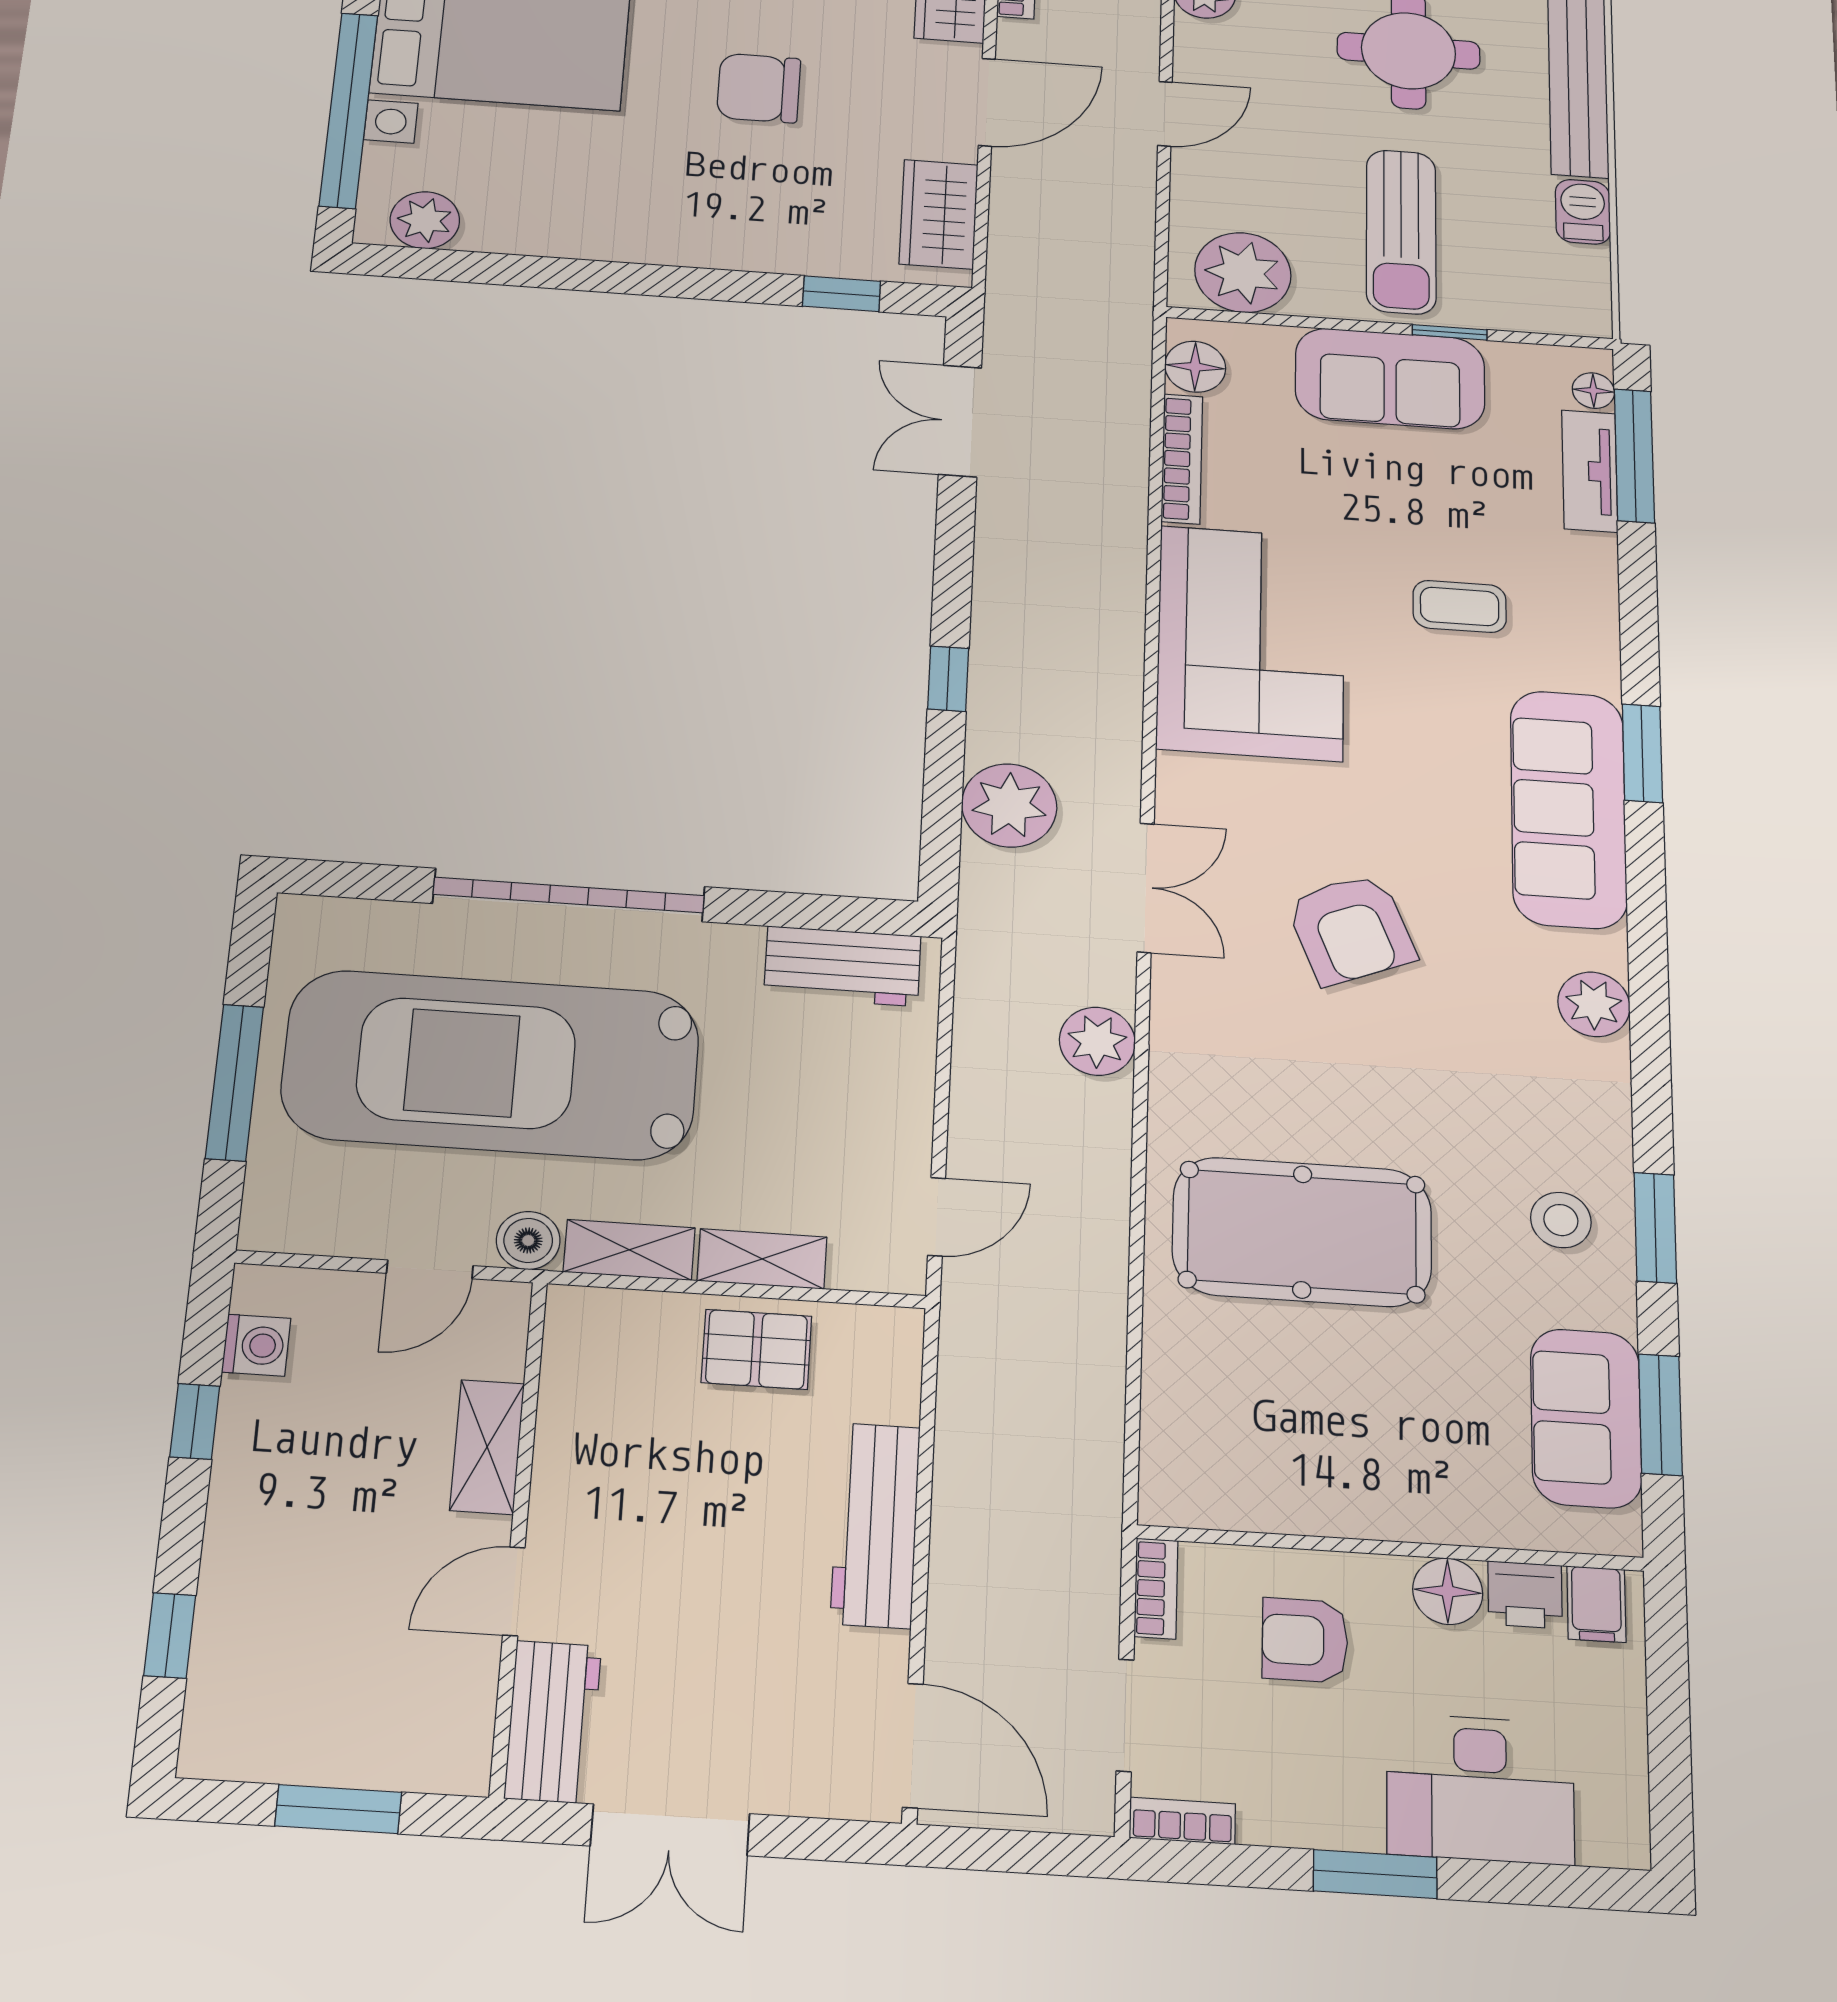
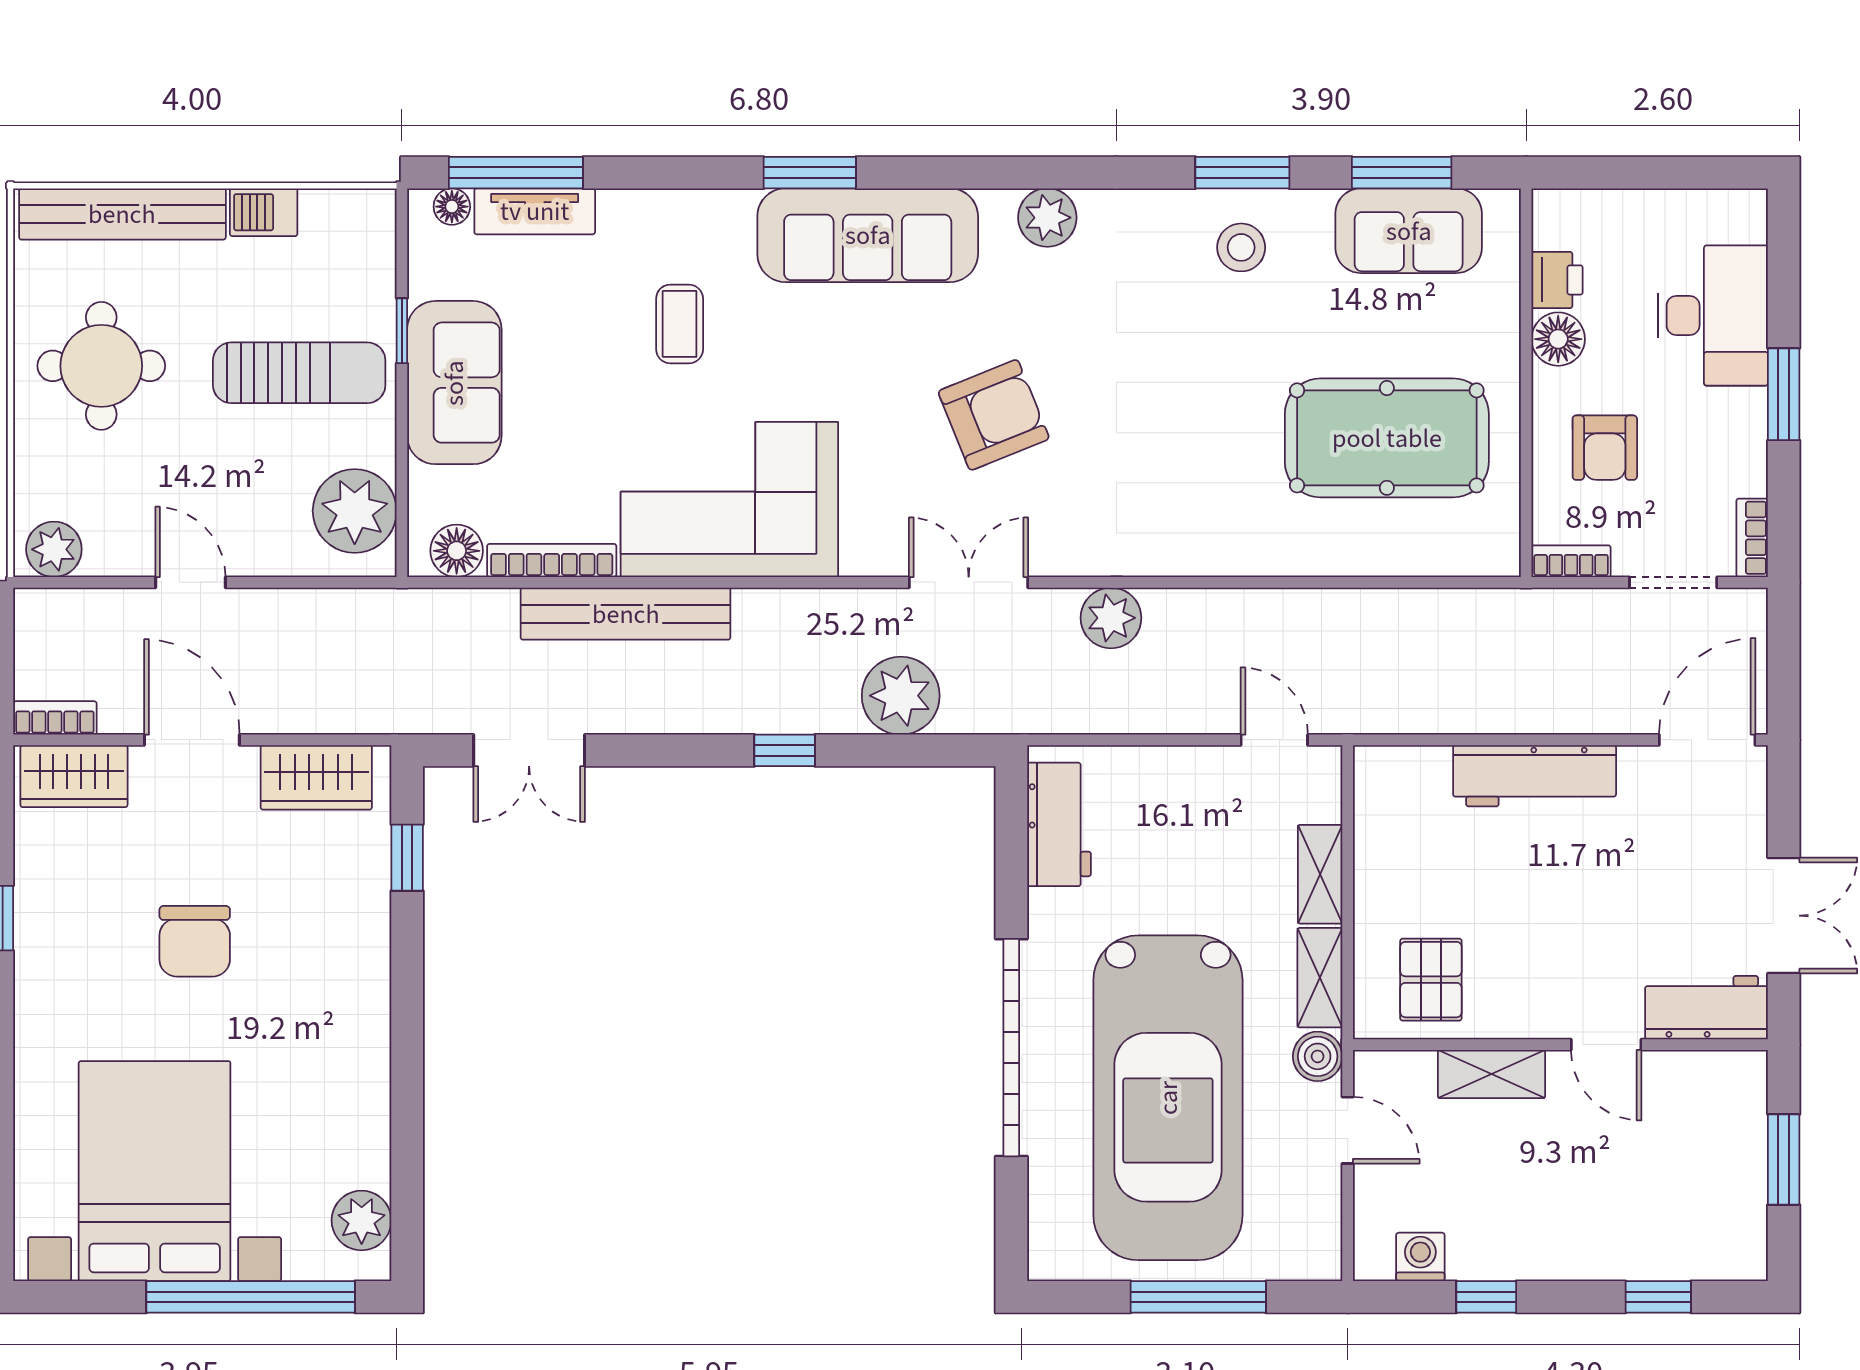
bench: (1117, 528) -> (626, 614), added
pool table: (1302, 1232) -> (1387, 438), moved, turned 90
pallet: (756, 1349) -> (1431, 980), moved
filing cabinet: (1596, 1604) -> (1561, 225), removed

